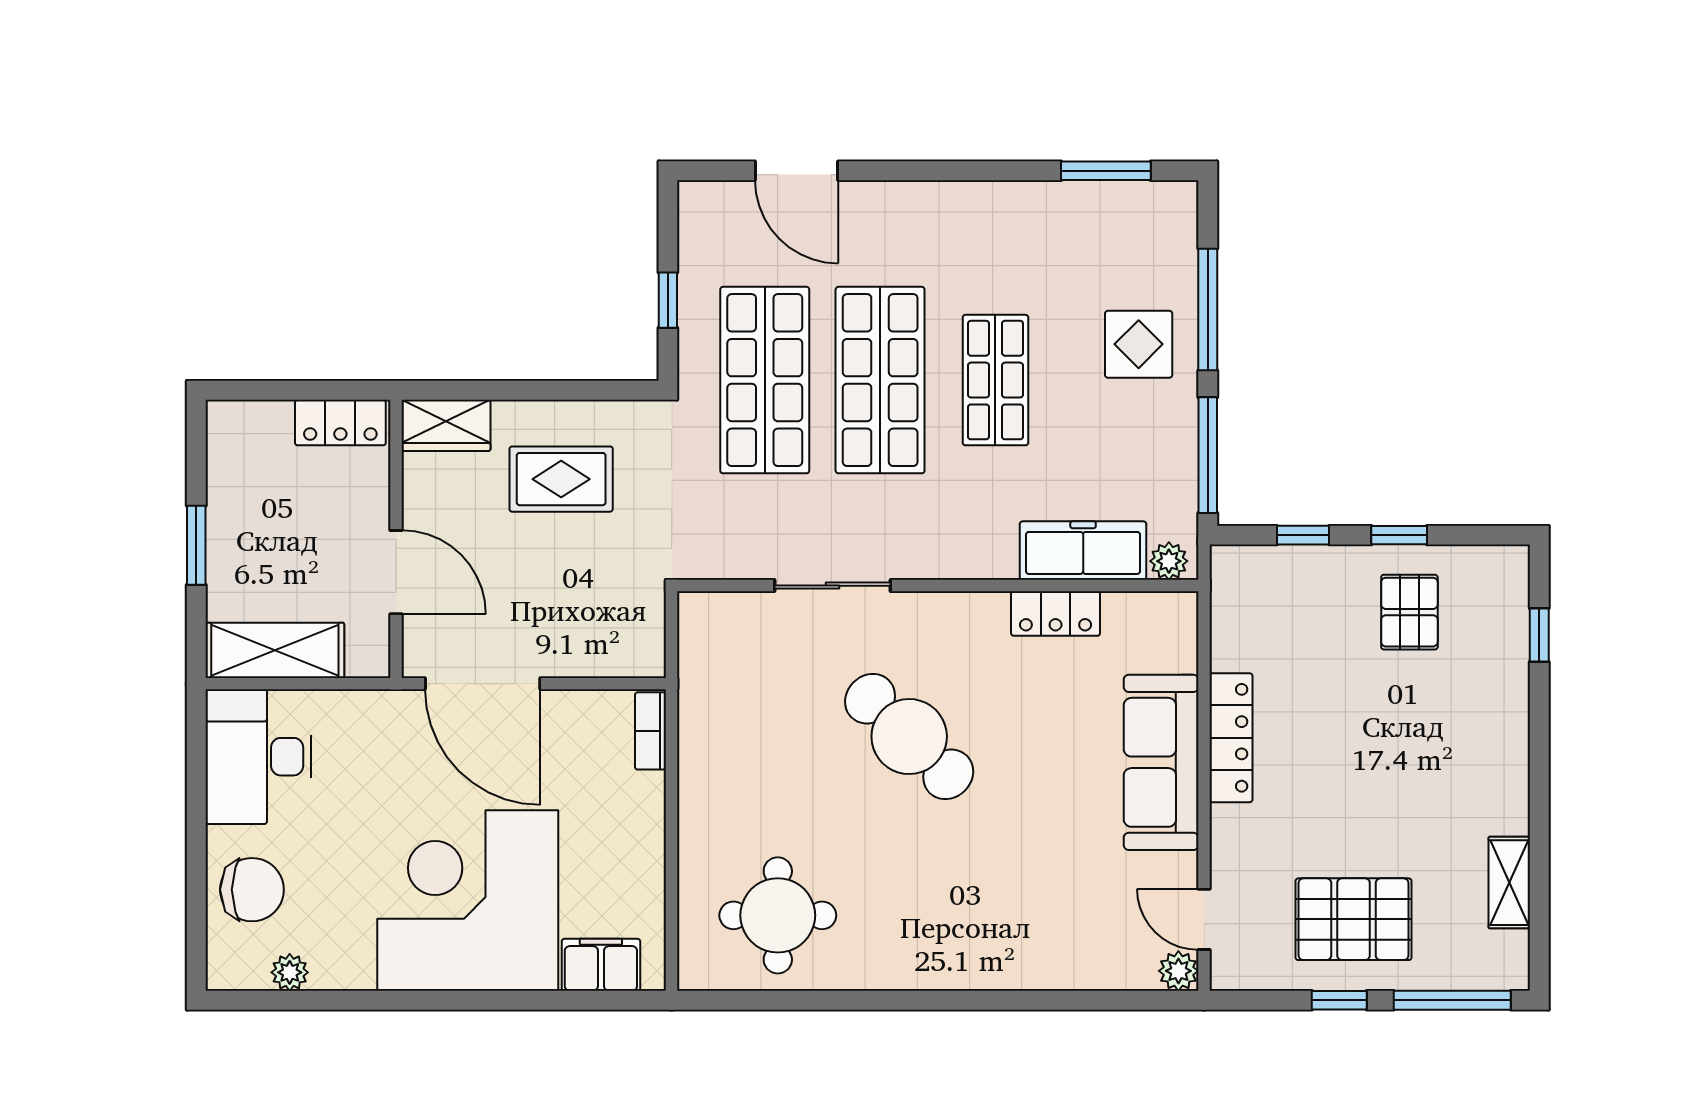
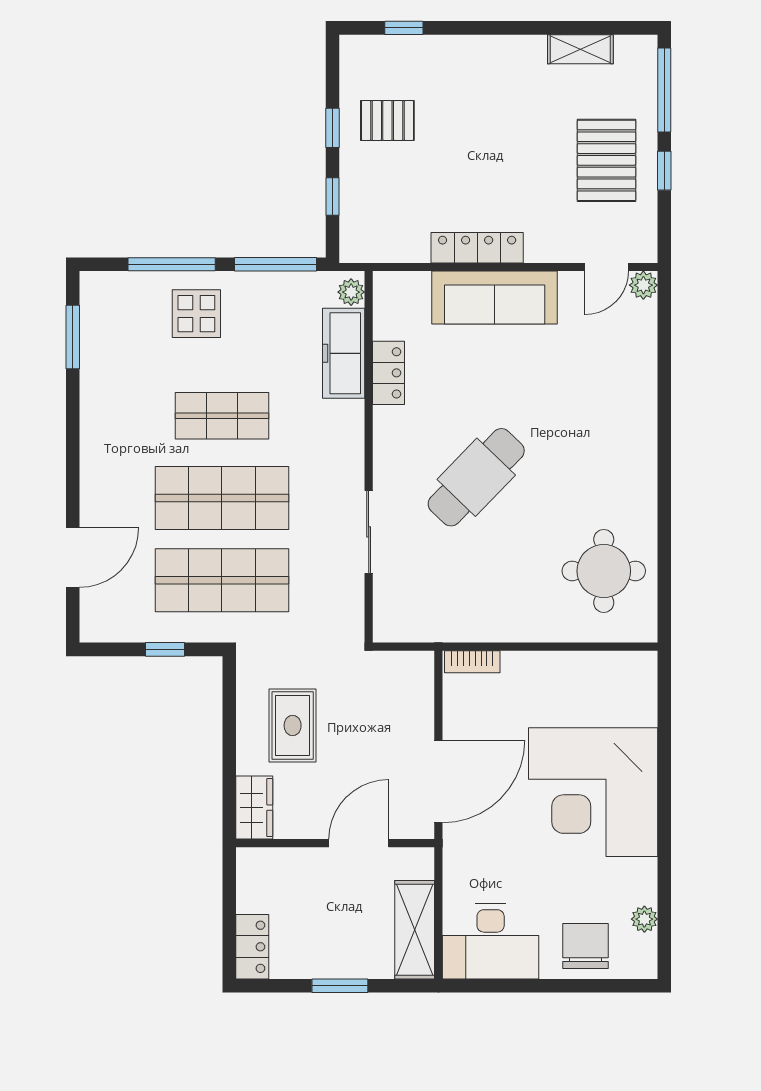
locker: (340, 423) -> (252, 947), moved
filing cabinet: (601, 965) -> (639, 697), removed

